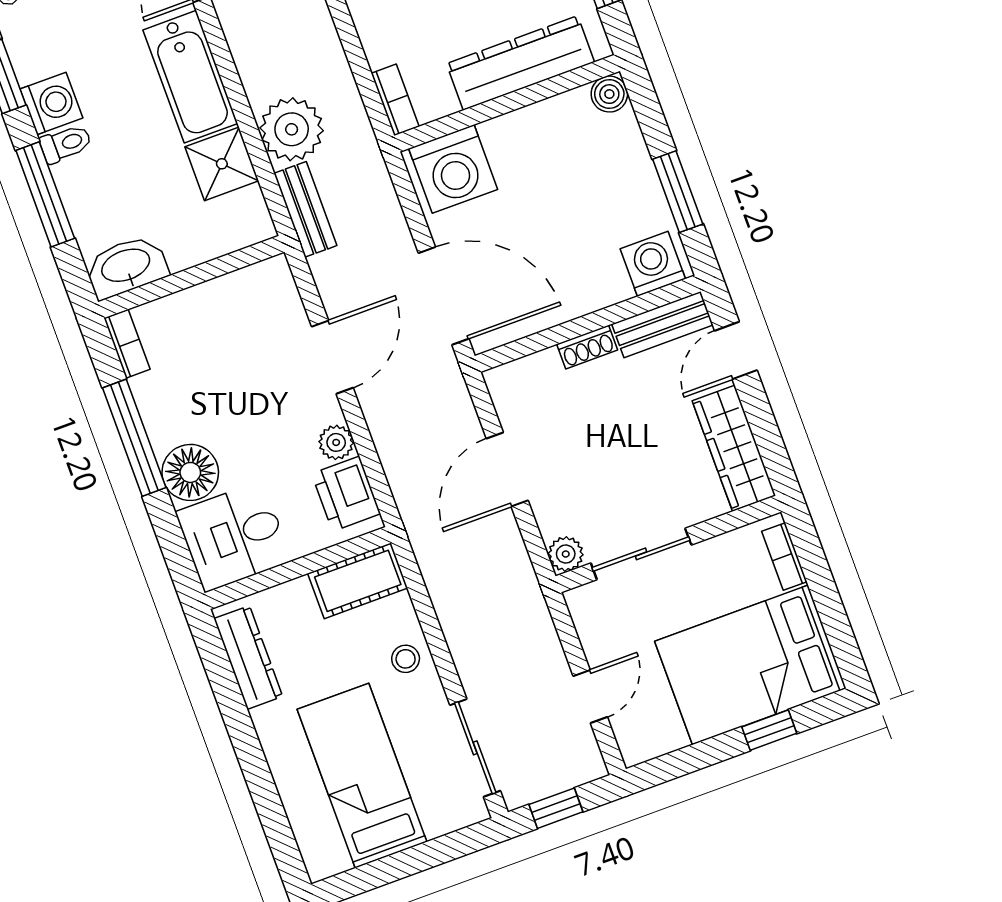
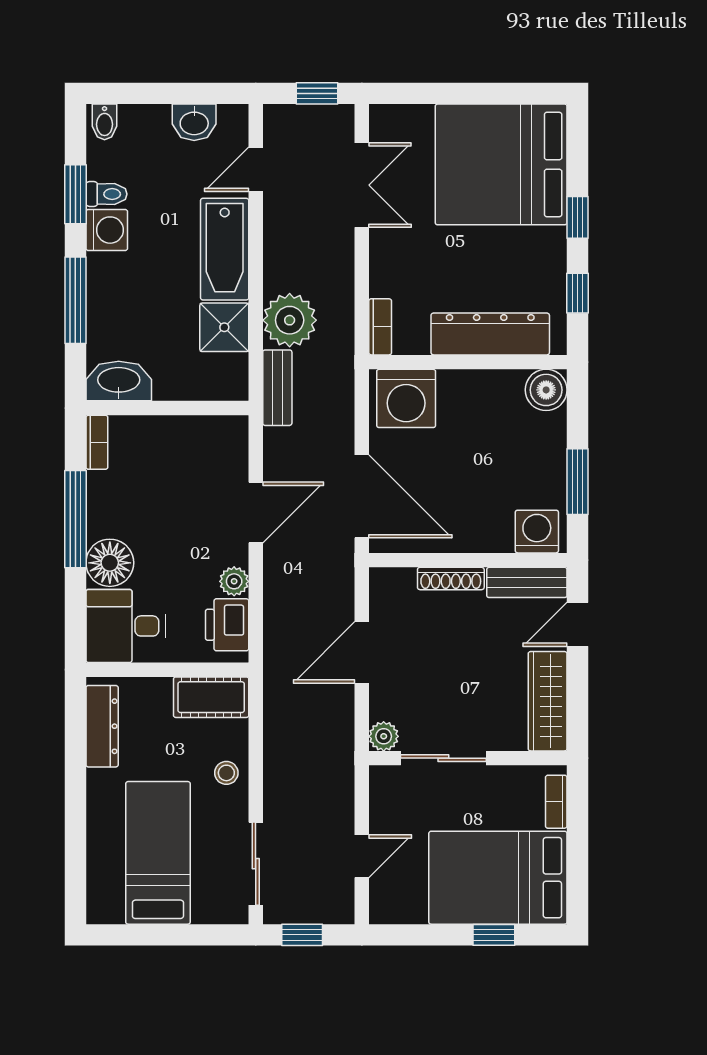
boiler: (609, 94) -> (546, 390), width x1.36, depth x1.36
toilet: (66, 144) -> (106, 194), moved
shoe rack: (587, 347) -> (451, 578), width x1.43

